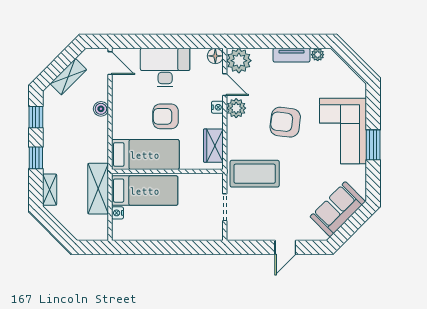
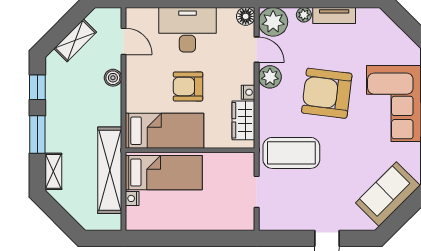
plant: (318, 55) -> (304, 15), moved
door: (110, 63) -> (124, 41), moved
nightstand: (217, 107) -> (248, 92), moved
armchair: (285, 122) -> (327, 93), width x1.36, depth x1.36
window: (36, 158) -> (37, 135), width x1.50
shelving: (98, 189) -> (110, 170), width x1.47

